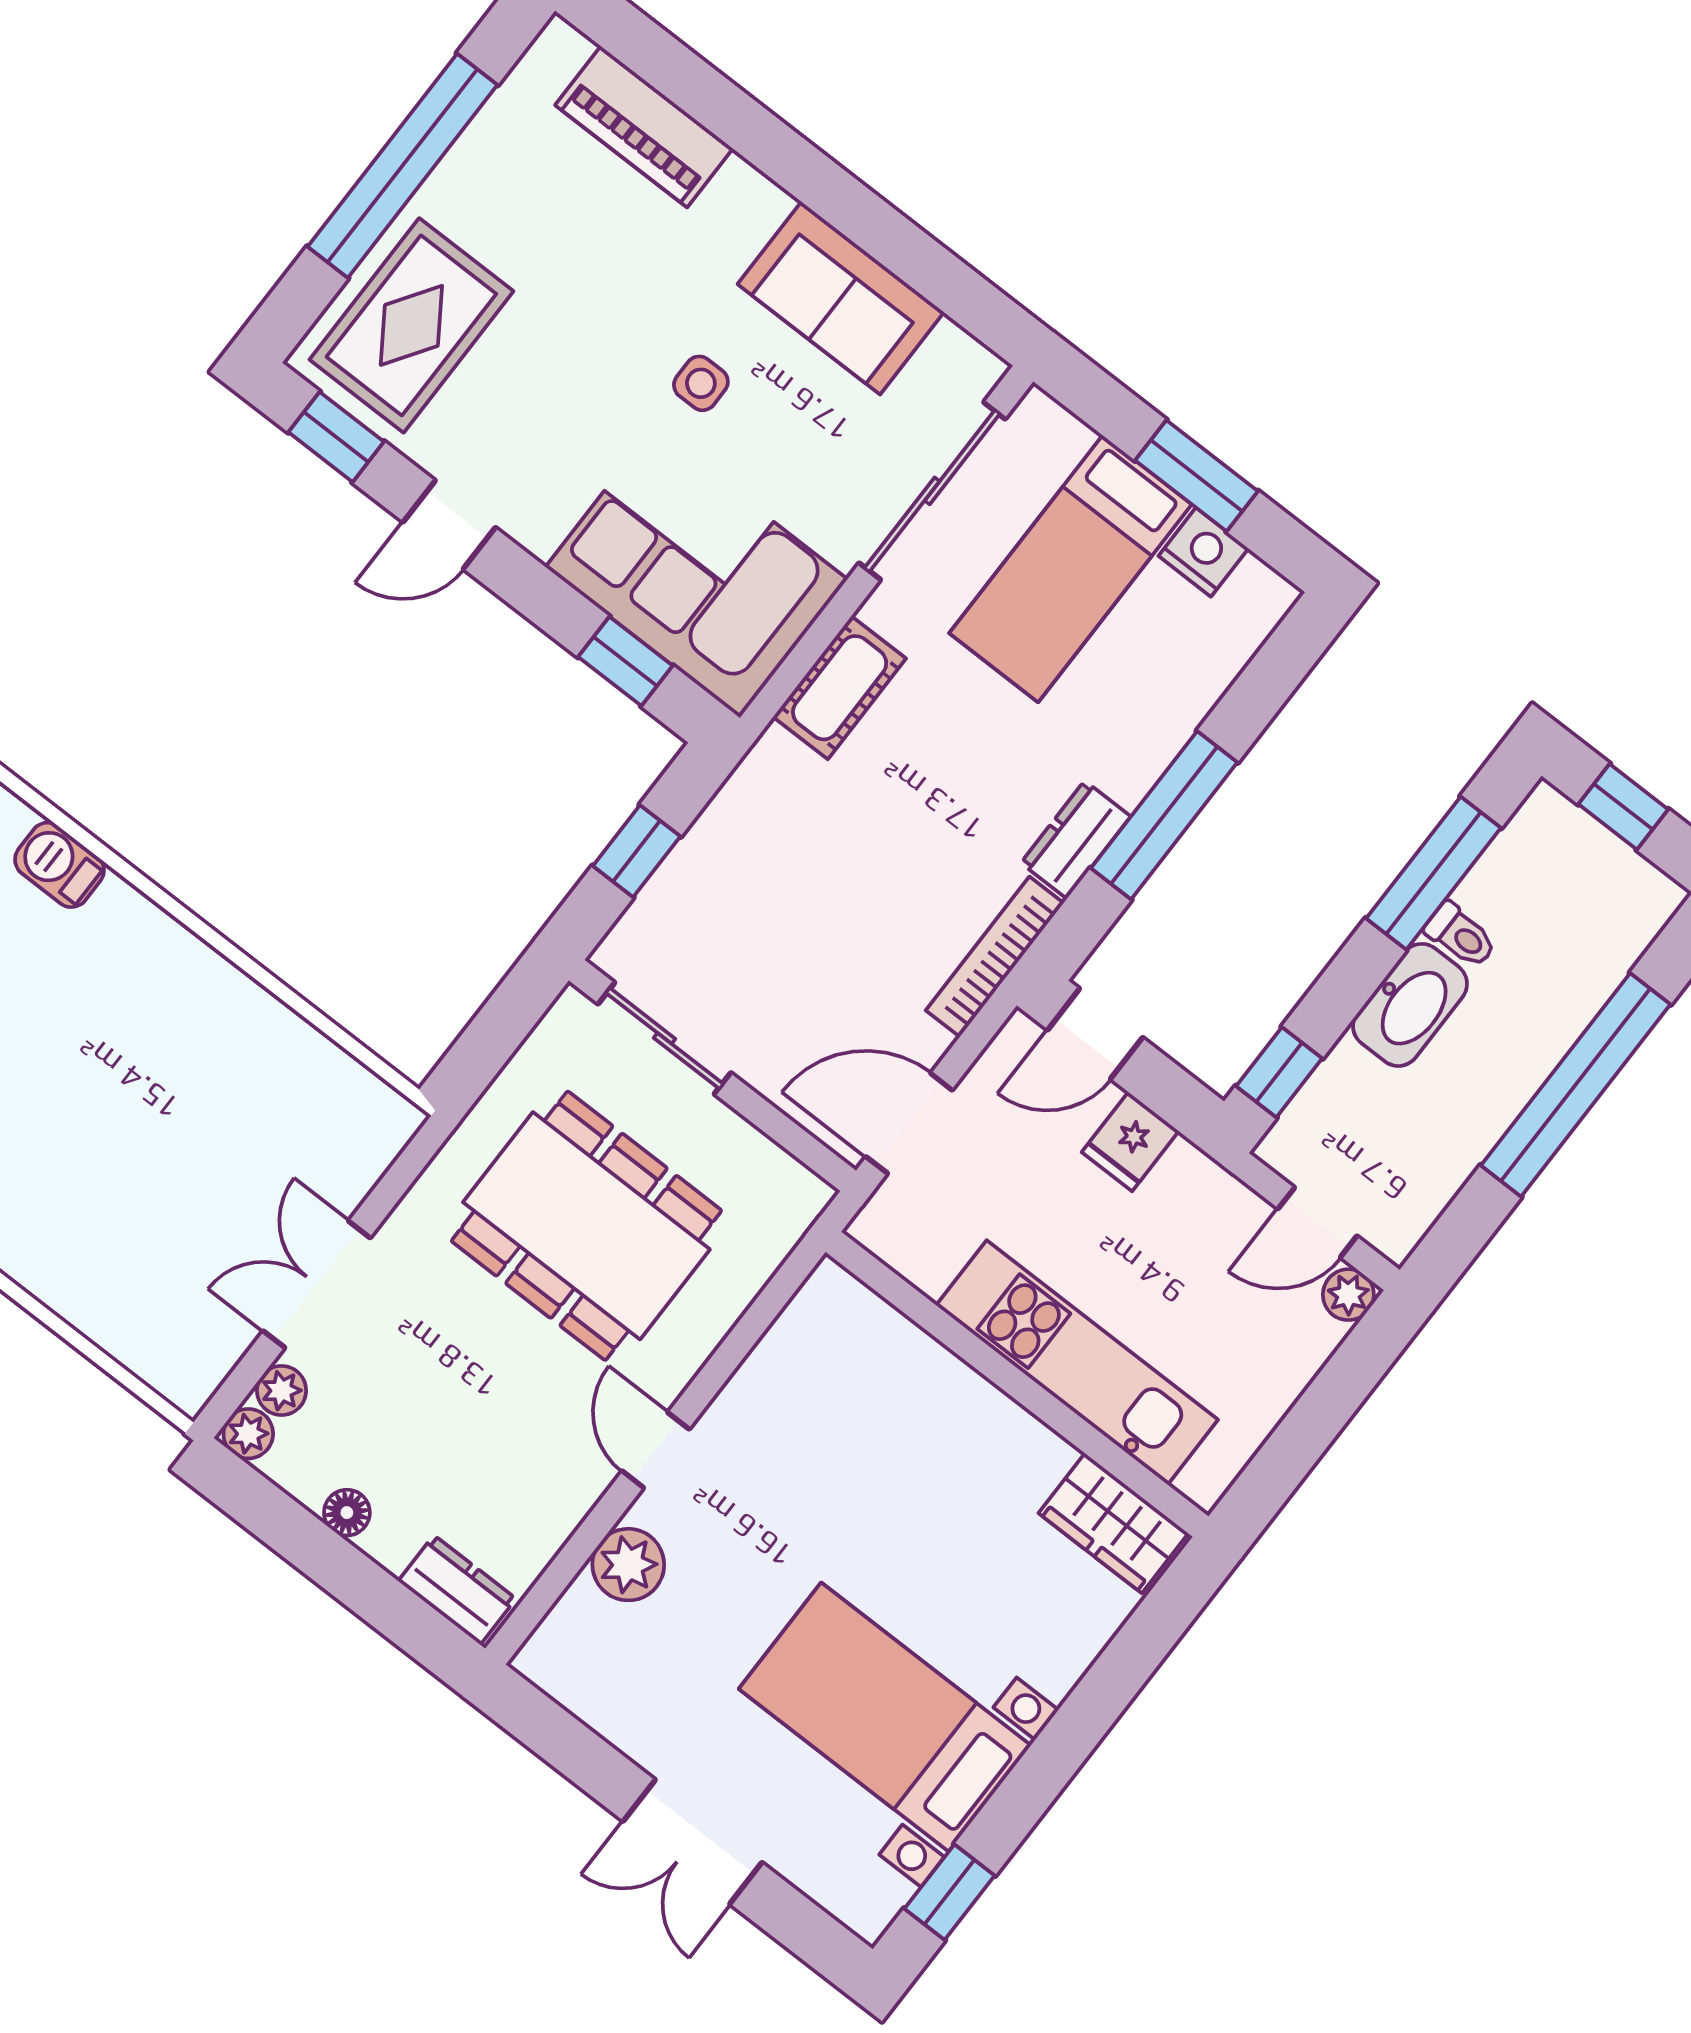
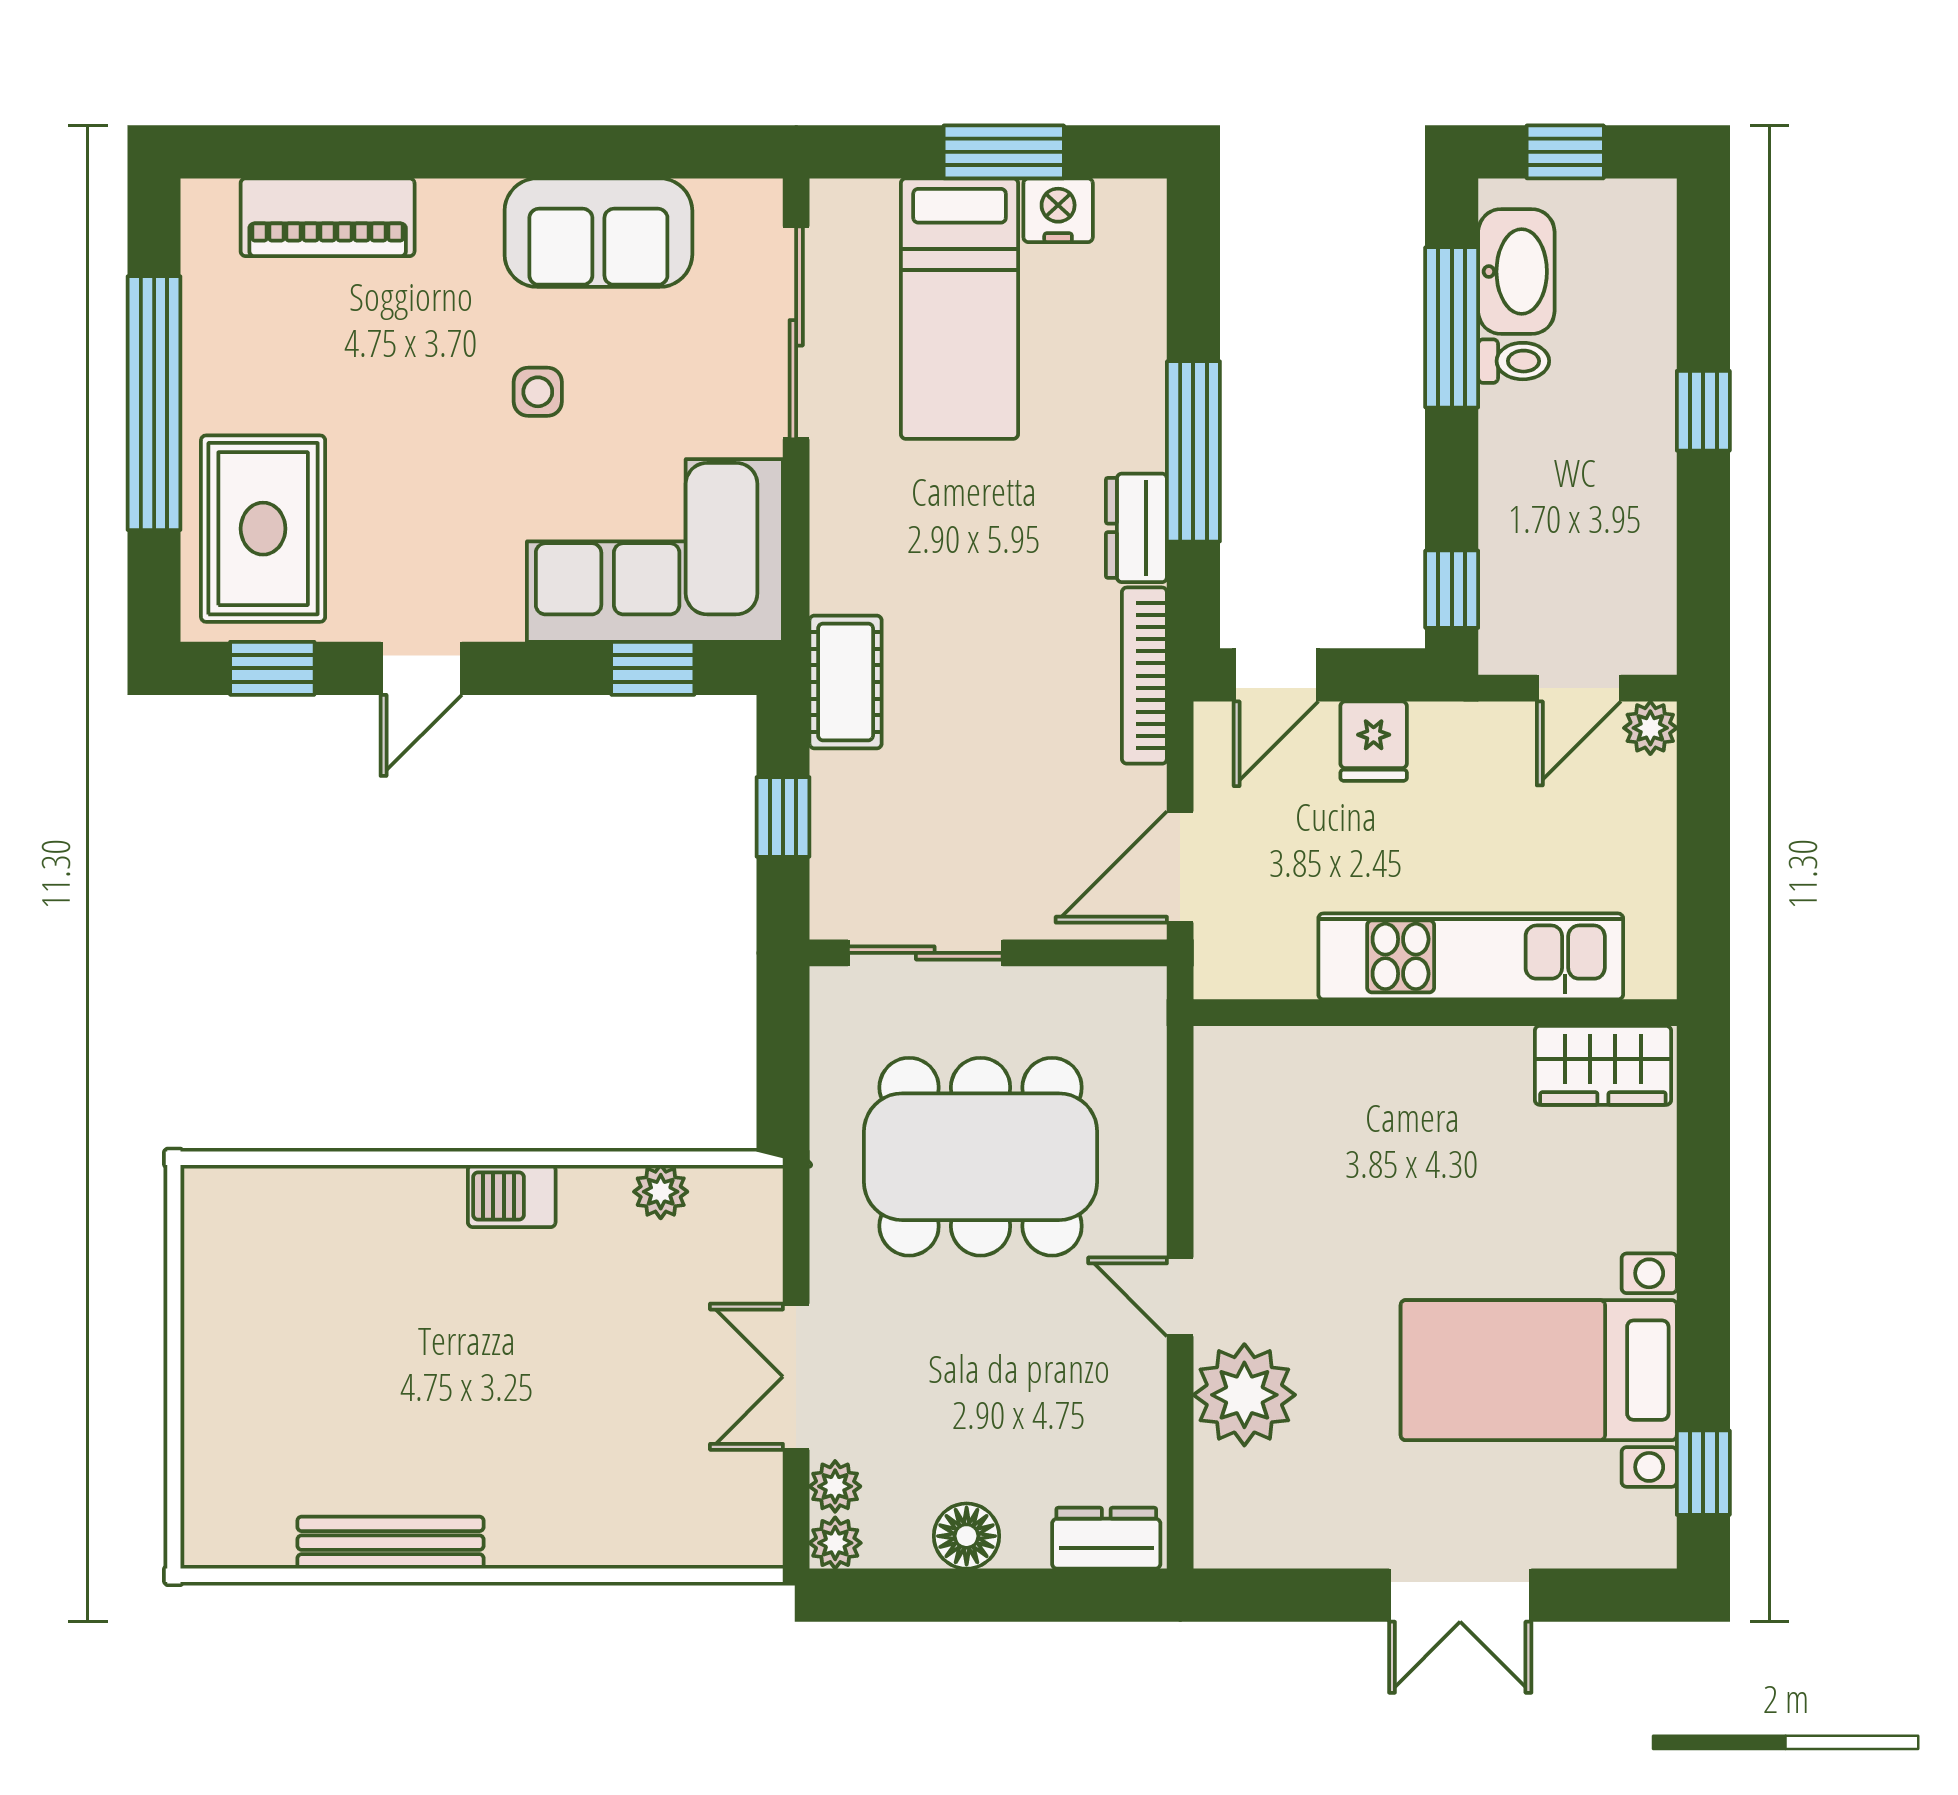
cot: (840, 688) -> (846, 682), moved
barbecue: (60, 865) -> (512, 1196), moved
washbasin: (1410, 1005) -> (1516, 272), moved
plant: (323, 1064) -> (661, 1192), added
window: (1576, 1085) -> (1703, 411), width x0.32
floor lamp: (347, 1513) -> (967, 1536), width x1.37, depth x1.37
plant: (628, 1565) -> (1244, 1395), width x1.36, depth x1.36

